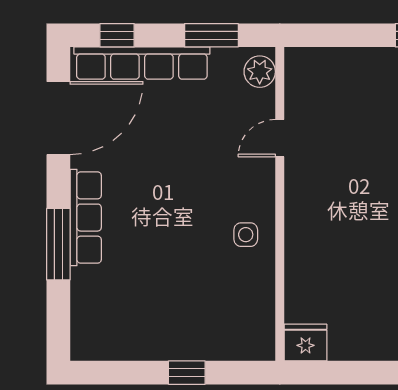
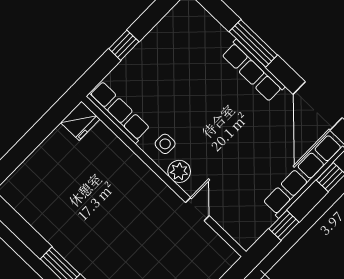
window: (211, 35) -> (284, 225), width x0.67
plant: (260, 72) -> (179, 171), moved
row of seats: (260, 313) -> (118, 112), added

